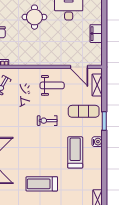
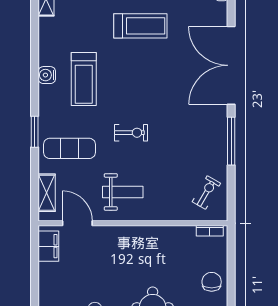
filing cabinet: (96, 34) -> (48, 246), moved
weight bench: (52, 85) -> (123, 192), turned 180
water cooler: (97, 142) -> (47, 75), moved

